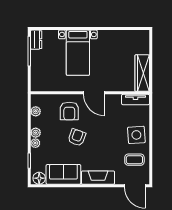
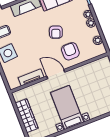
bed with nightstands: (78, 53) -> (67, 107), moved
wardrobe: (142, 73) -> (27, 116), moved
tv unit: (136, 100) -> (31, 77), moved

